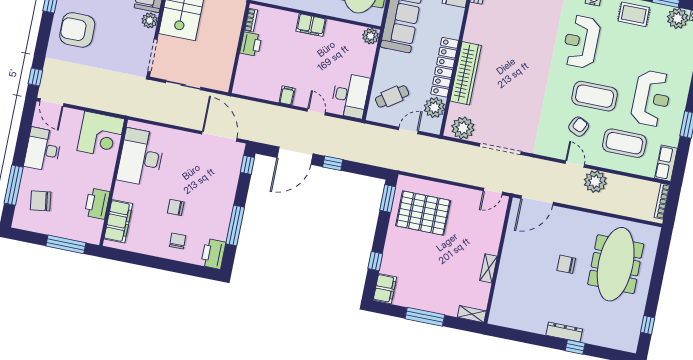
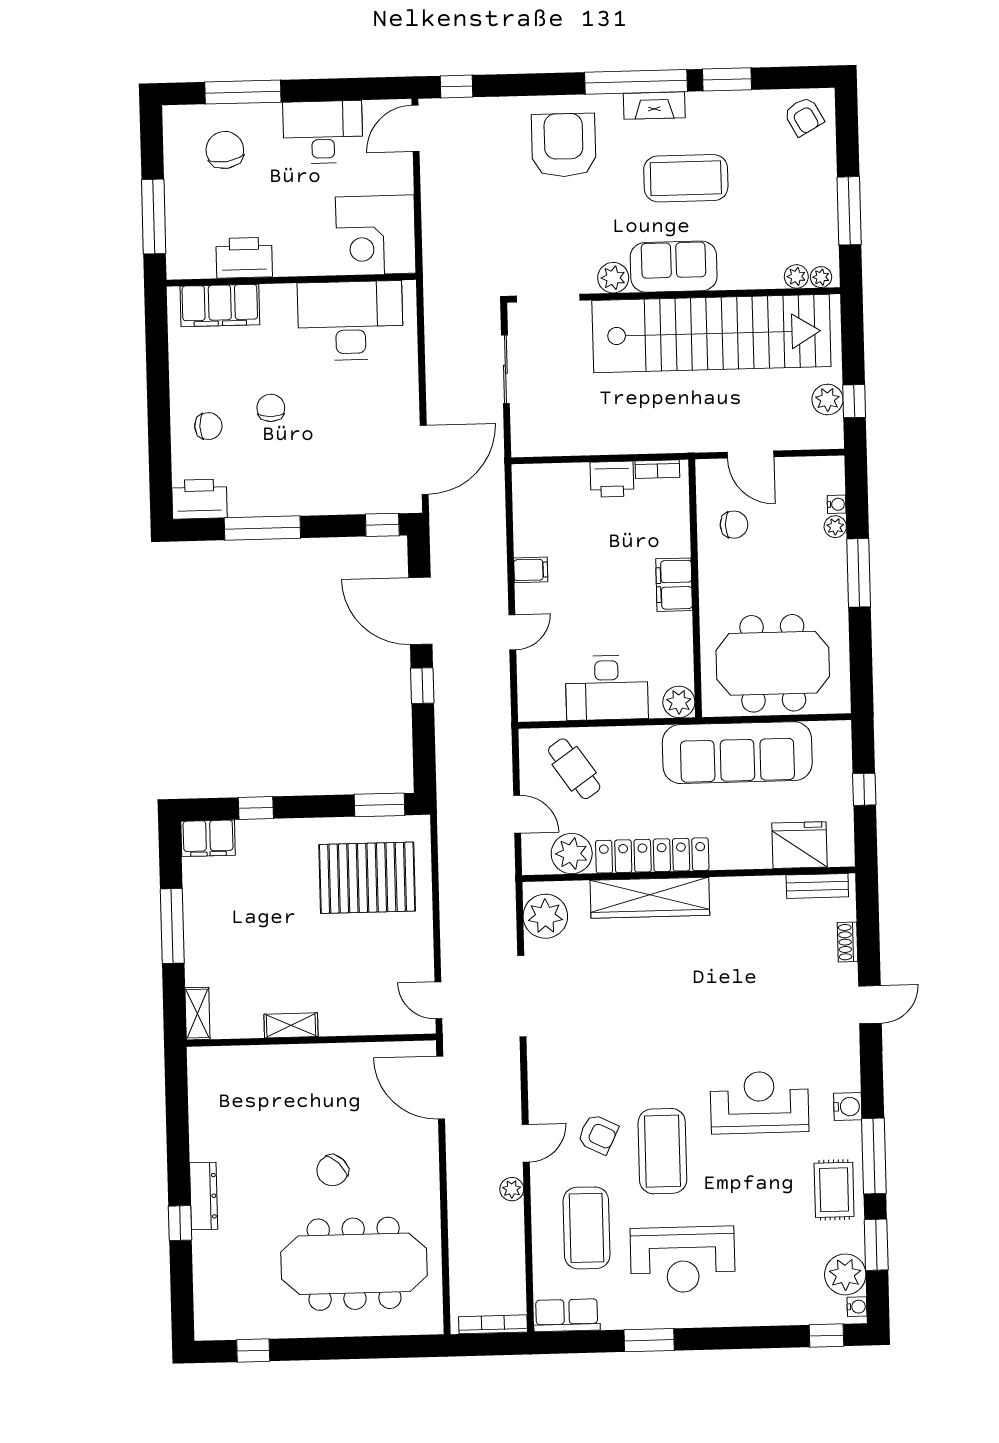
desk: (350, 95) -> (607, 688), moved
plant: (595, 182) -> (512, 1189), width x0.53, depth x0.53
pallet: (423, 213) -> (367, 878), turned 90
chair: (566, 264) -> (332, 1170), turned -135

